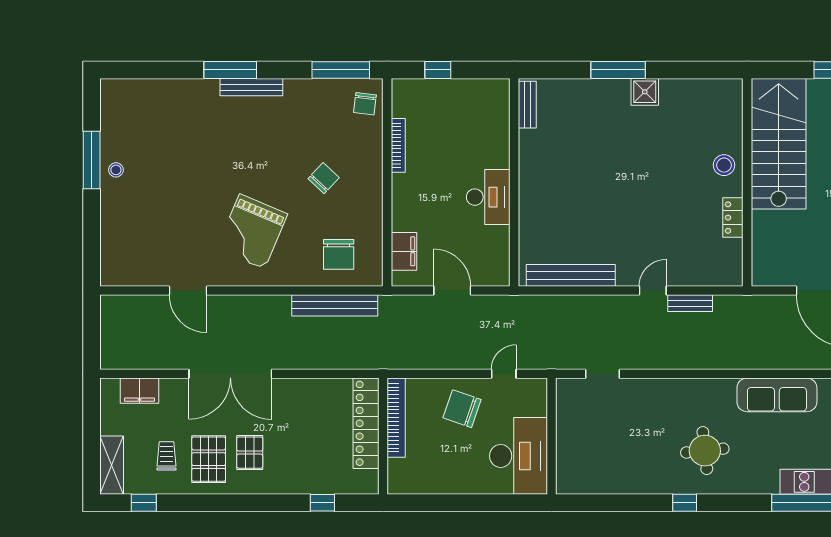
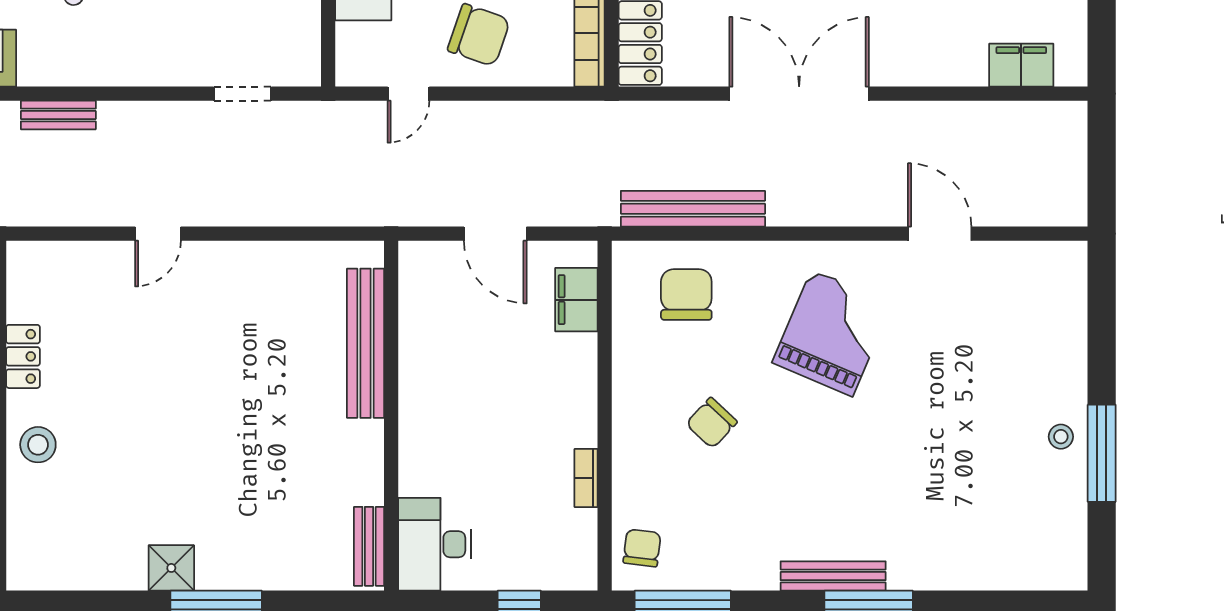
bookcase: (398, 145) -> (586, 478), width x0.64
desk: (488, 197) -> (435, 544), moved
bench: (571, 275) -> (366, 343), moved, turned 90
bench: (690, 303) -> (58, 115), moved
double door: (230, 374) -> (799, 94), moved

